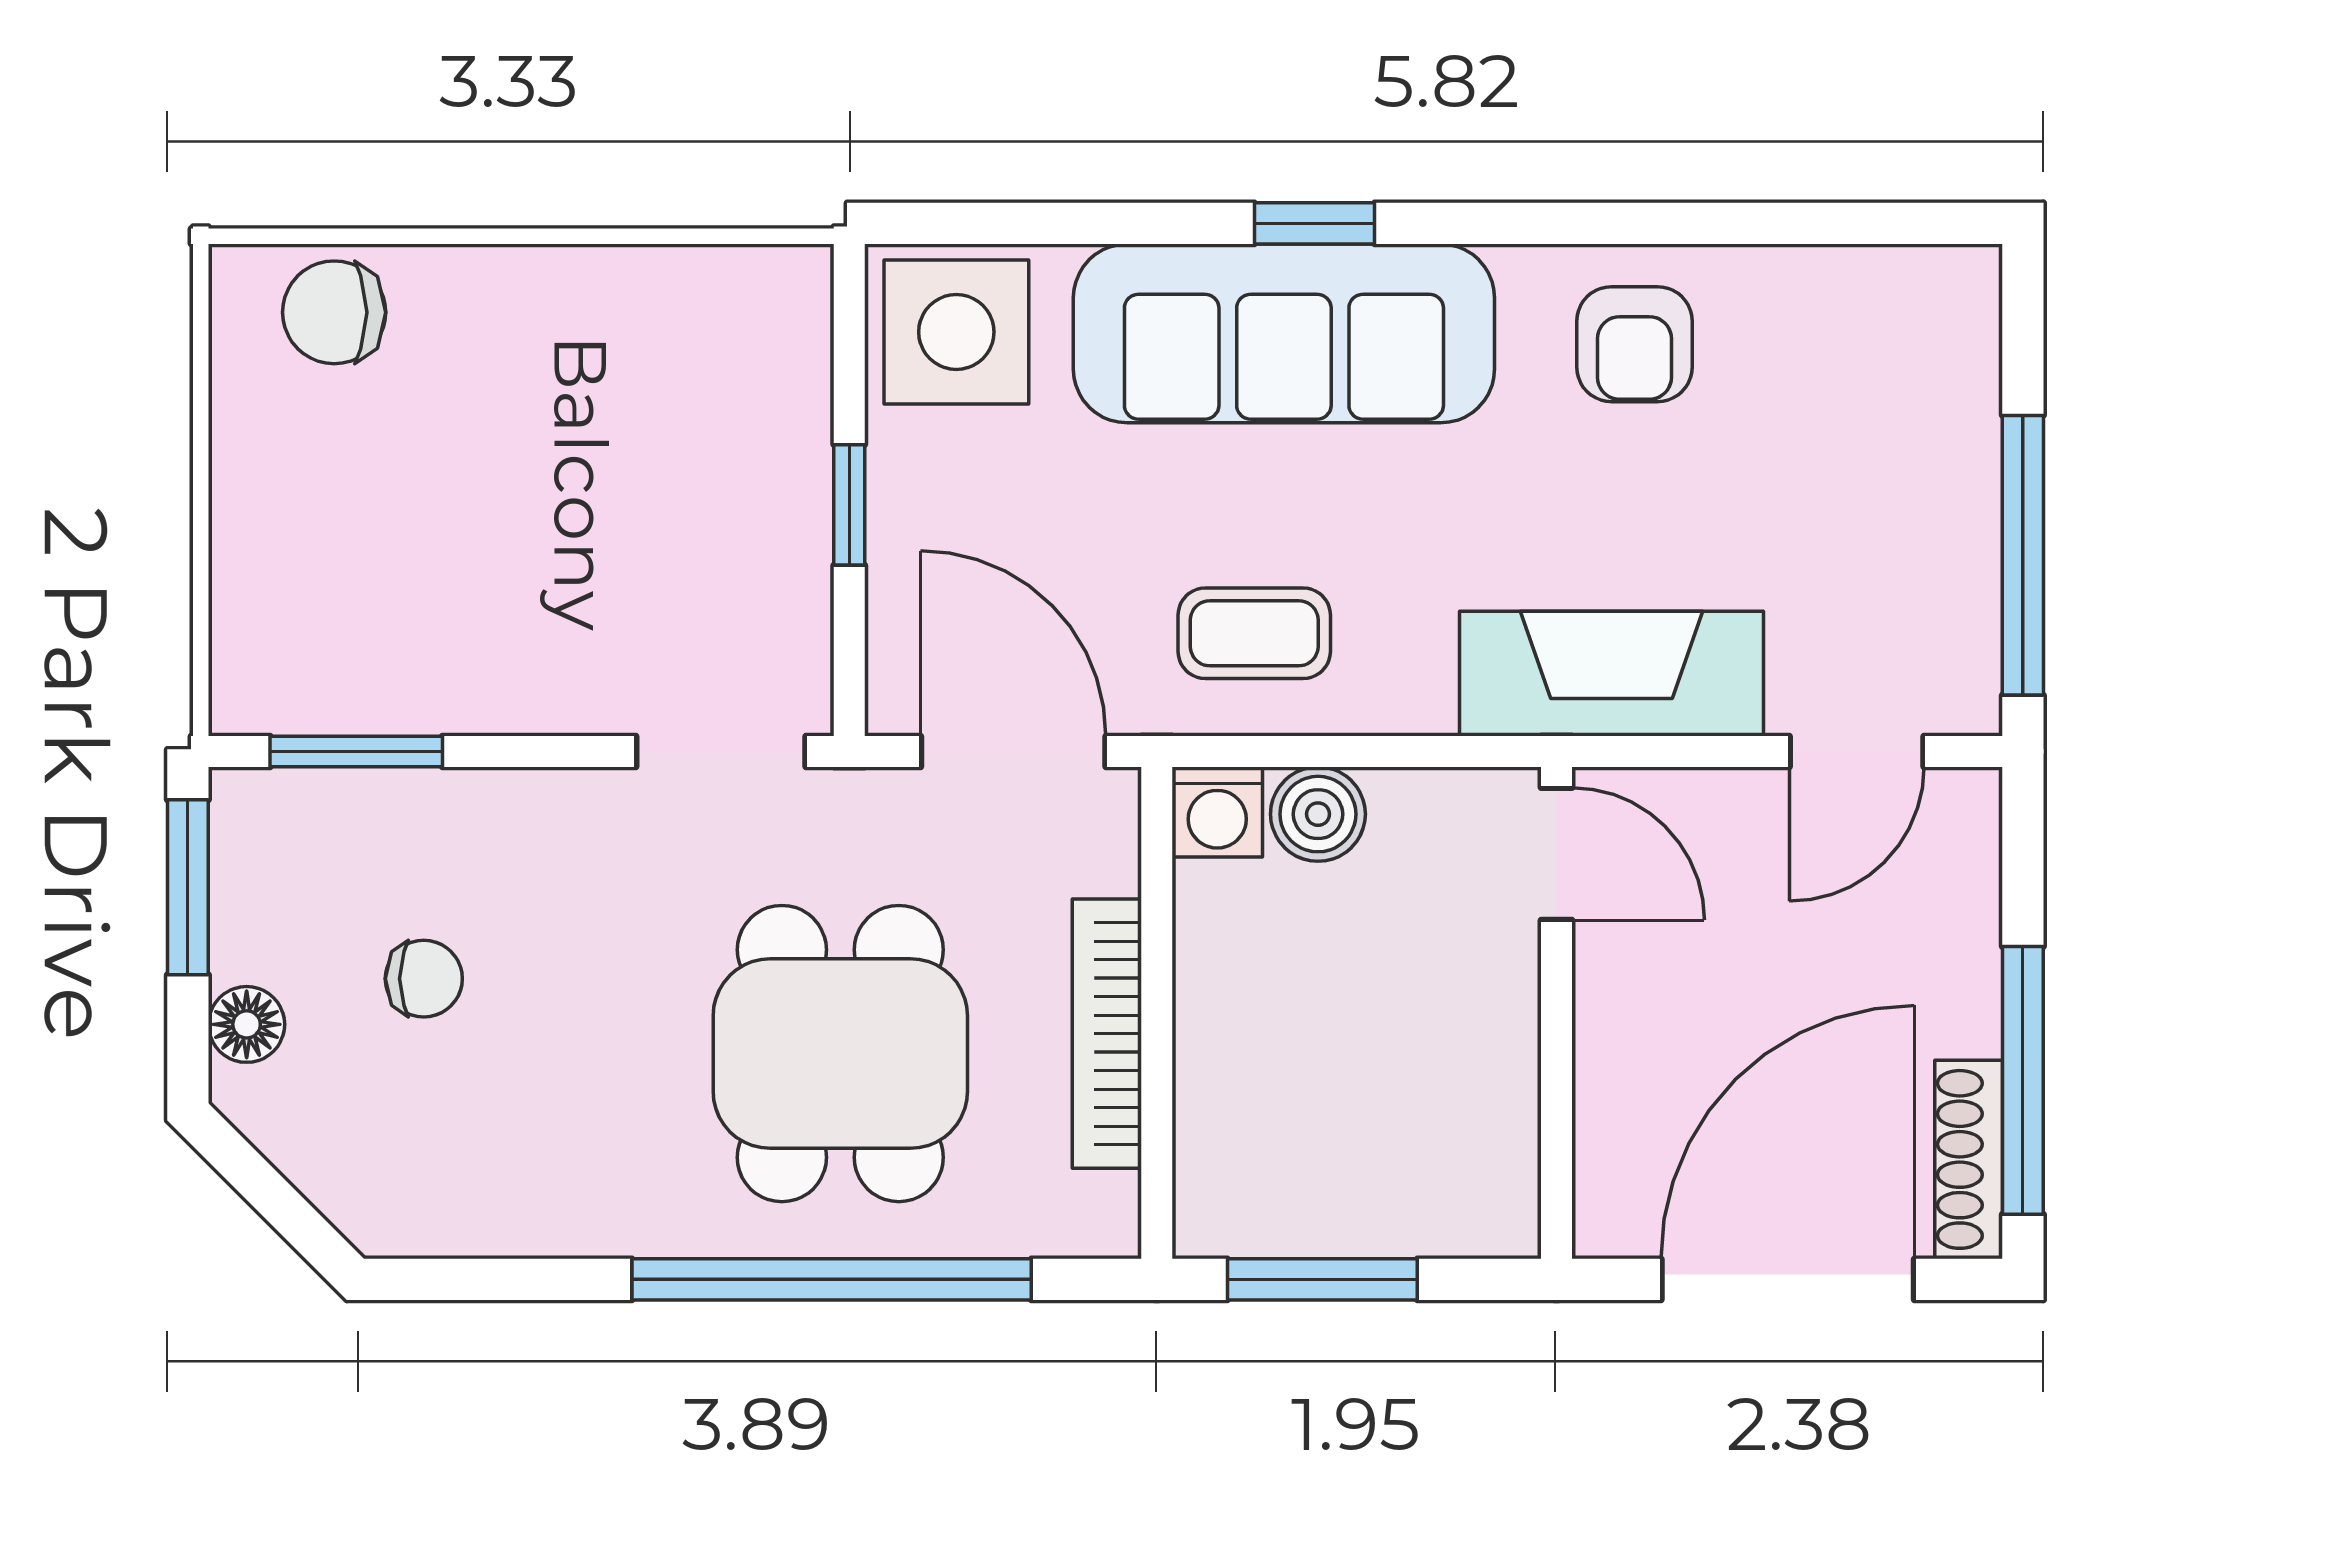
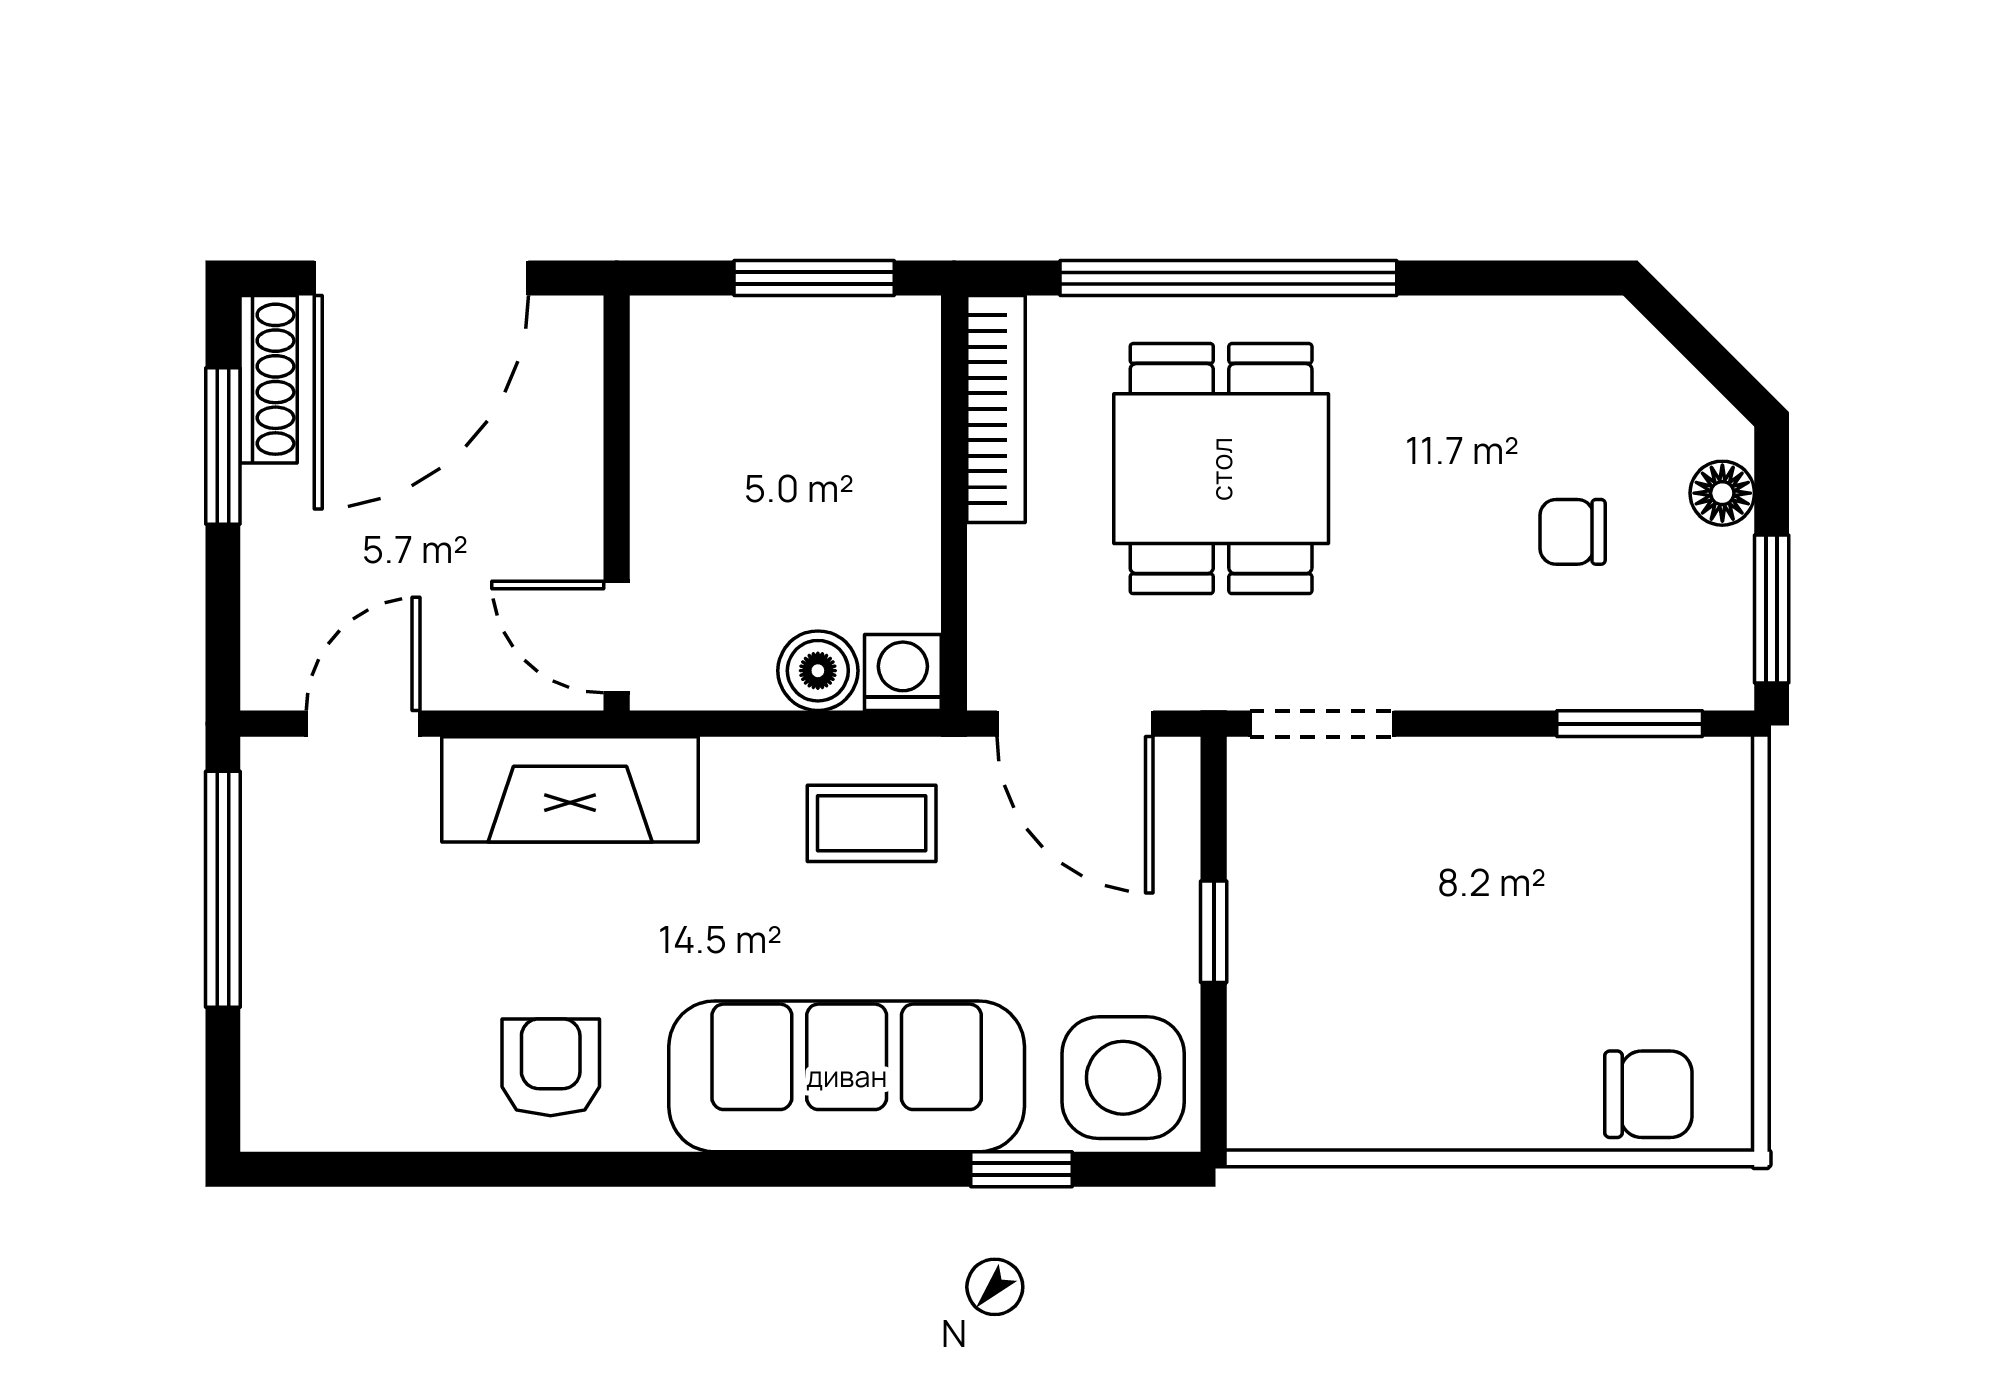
window: (1314, 223) -> (1022, 1169), moved
bookcase: (1107, 1034) -> (996, 409), moved
window: (2023, 1080) -> (223, 446), width x0.69

